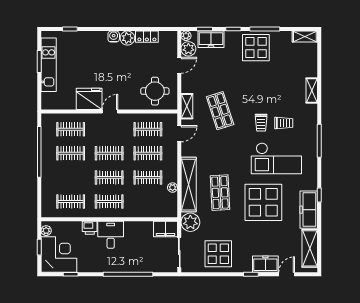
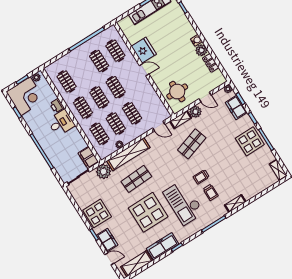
plant: (188, 49) -> (195, 112), moved
shelving: (312, 91) -> (235, 203), moved
clothes rail: (148, 129) -> (99, 134), moved
display table: (218, 254) -> (97, 213), moved

